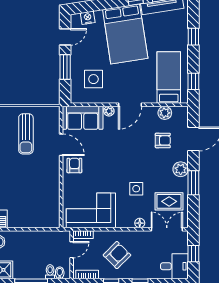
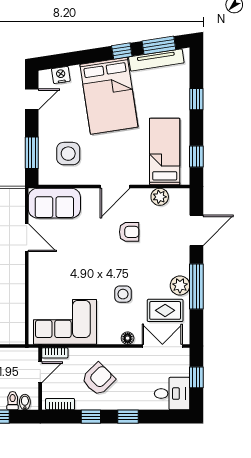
window: (65, 67) -> (32, 153), moved
plant: (109, 111) -> (88, 195), removed
armchair: (163, 140) -> (129, 232), moved
armchair: (74, 165) -> (44, 264), removed
plant: (181, 169) -> (180, 286), moved
window: (193, 183) -> (196, 286), width x1.44

